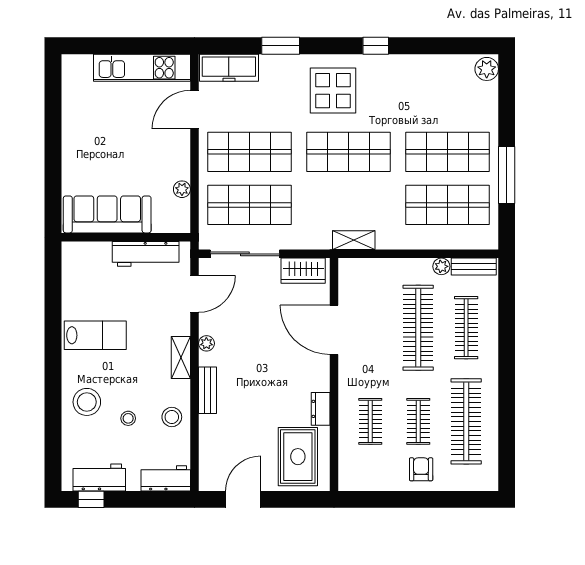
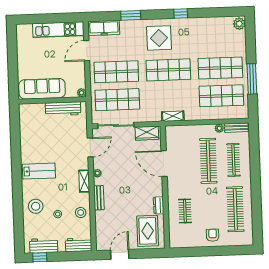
sofa: (107, 214) -> (42, 89), moved
wall: (126, 237) -> (52, 100), moved
workbench: (146, 254) -> (63, 109), moved
clothes rail: (418, 421) -> (210, 210), removed

